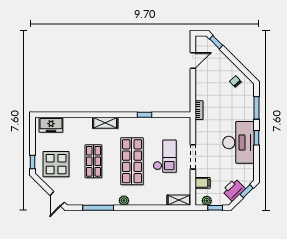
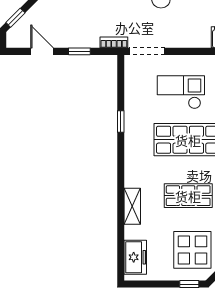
window: (193, 86) -> (79, 51), added
shelving: (105, 123) -> (132, 206), moved
doorway: (193, 157) -> (147, 51), moved

